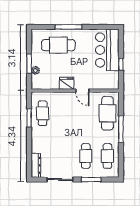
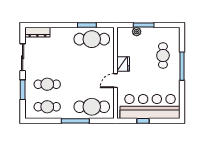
cafe table: (58, 45) -> (163, 56), width x0.73, depth x0.74
bar counter: (107, 50) -> (150, 107), width x1.36
cafe table: (43, 113) -> (92, 39), width x1.37, depth x1.35

